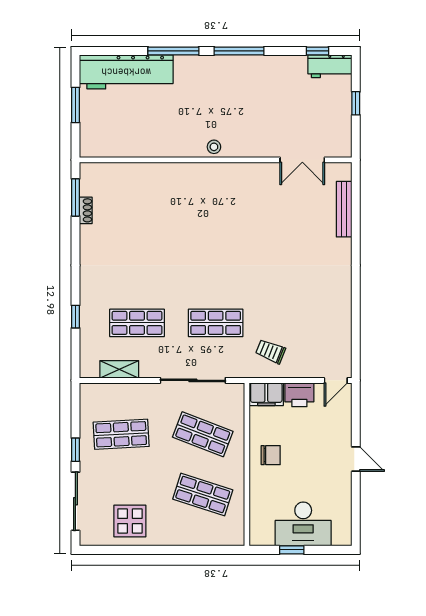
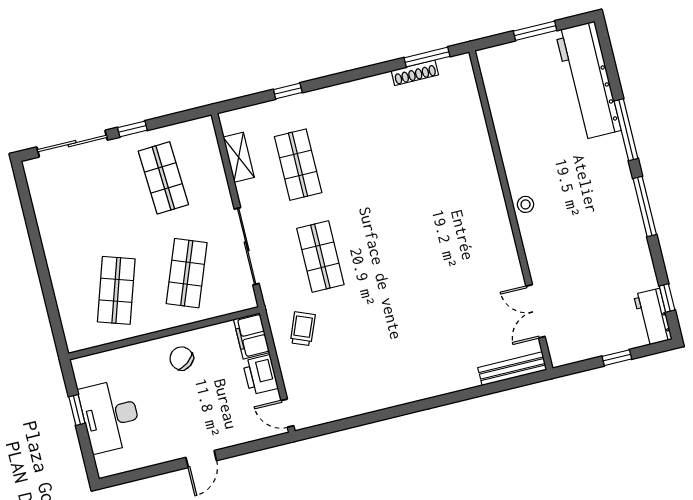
bench: (344, 209) -> (512, 369), moved
shoe rack: (86, 210) -> (415, 73), width x1.43
chair: (271, 455) -> (182, 358), turned 143
display table: (130, 521) -> (65, 213), removed

